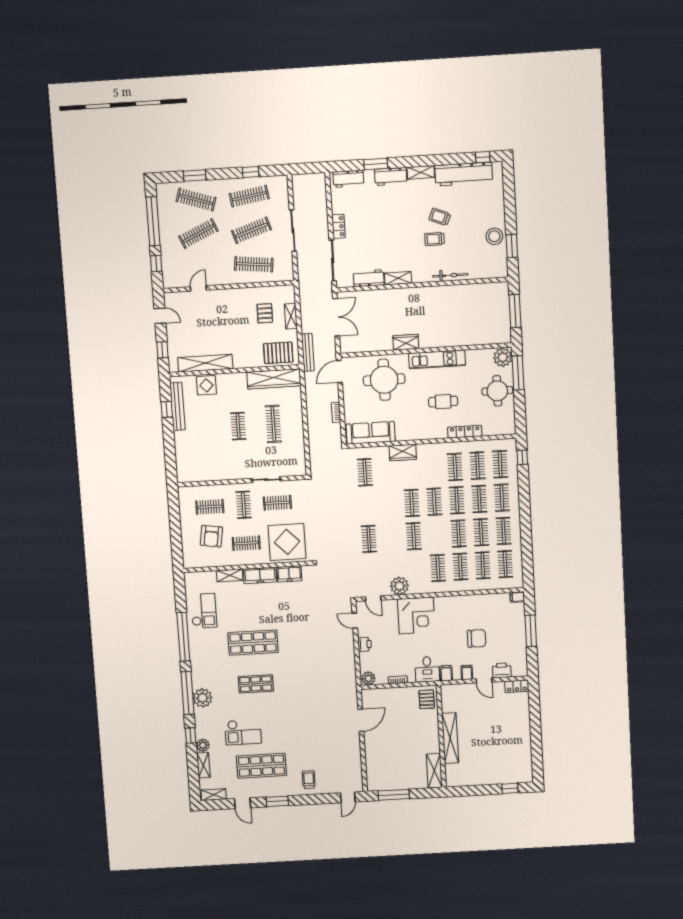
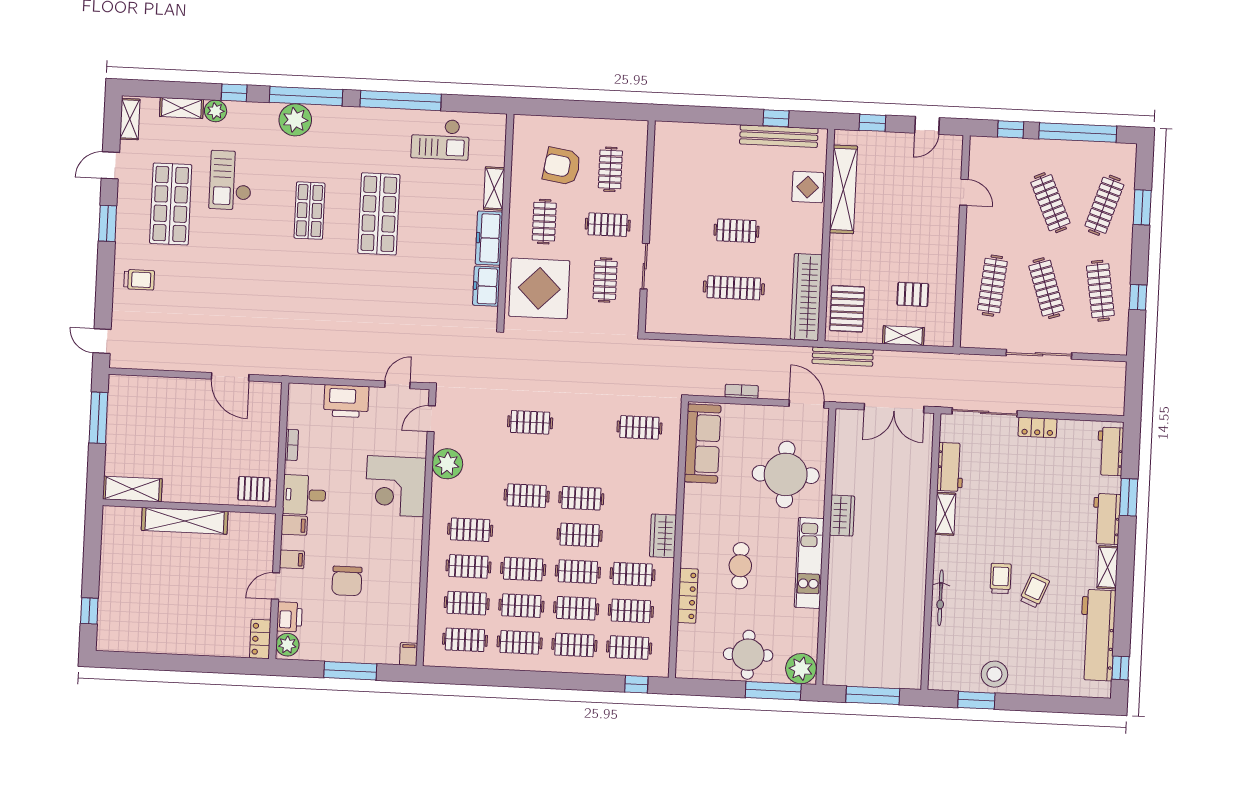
wardrobe: (403, 452) -> (663, 536), moved
printer: (365, 644) -> (346, 401), width x1.87, depth x1.48
plant: (368, 678) -> (287, 645), moved

